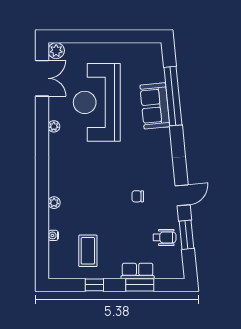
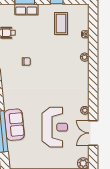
double door: (42, 78) -> (93, 133), moved
reception desk: (97, 102) -> (55, 127), width x0.74, depth x0.77

